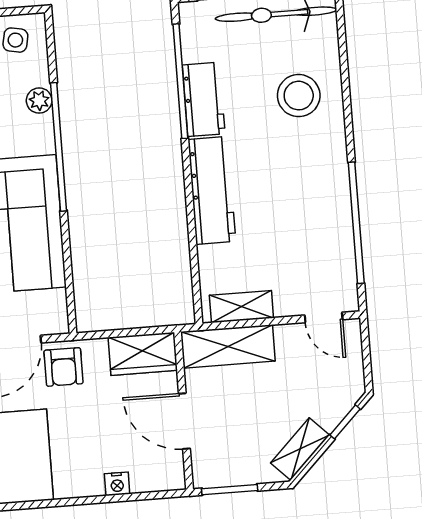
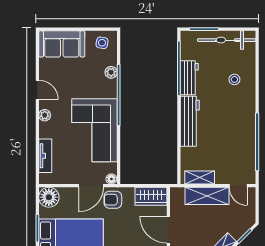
stool: (299, 96) -> (234, 79), width x0.53, depth x0.53
floor lamp: (57, 324) -> (111, 179), added
shelving: (228, 346) -> (207, 196), moved
armchair: (63, 367) -> (113, 200), turned 90

